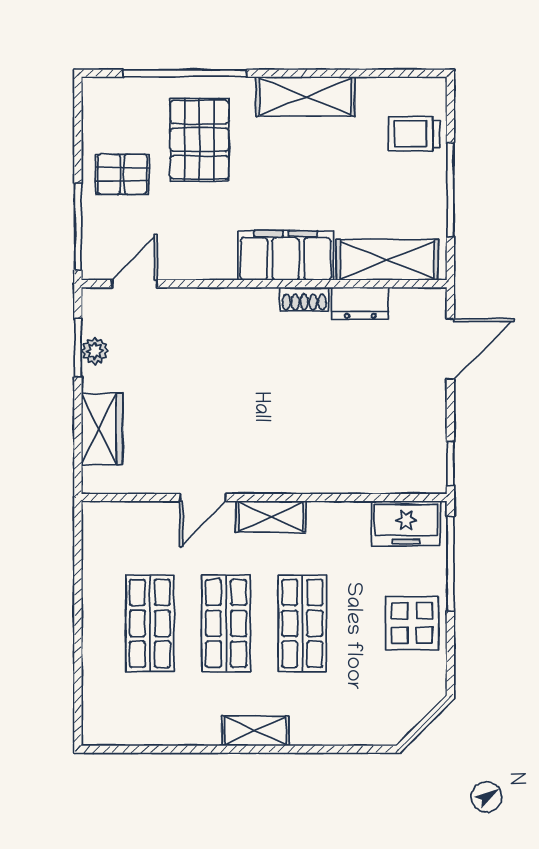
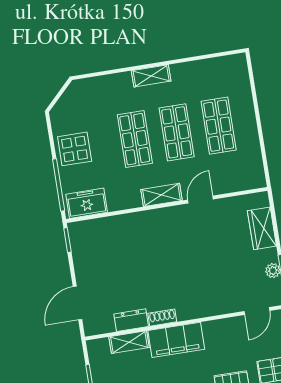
shelving: (387, 260) -> (129, 342), width x0.67, depth x0.75

